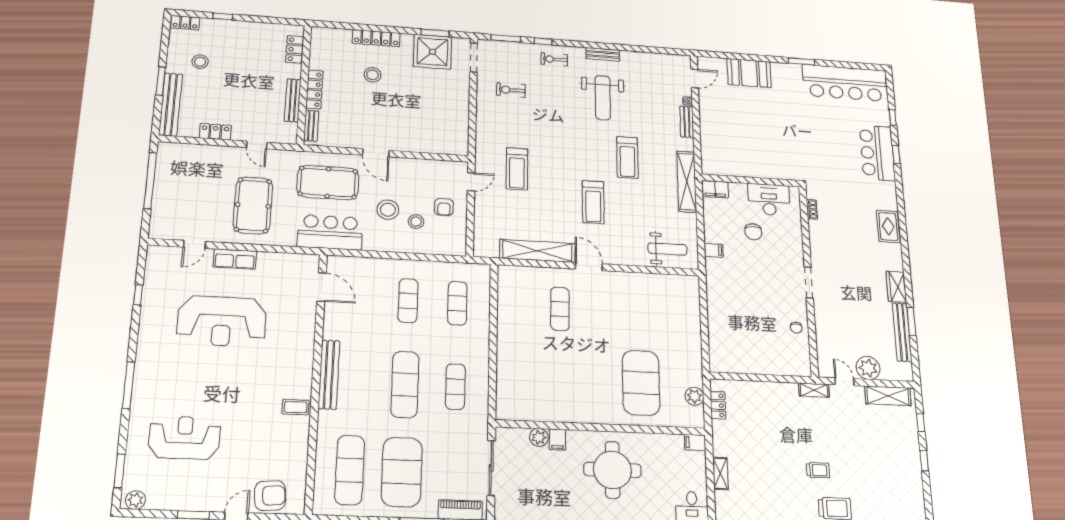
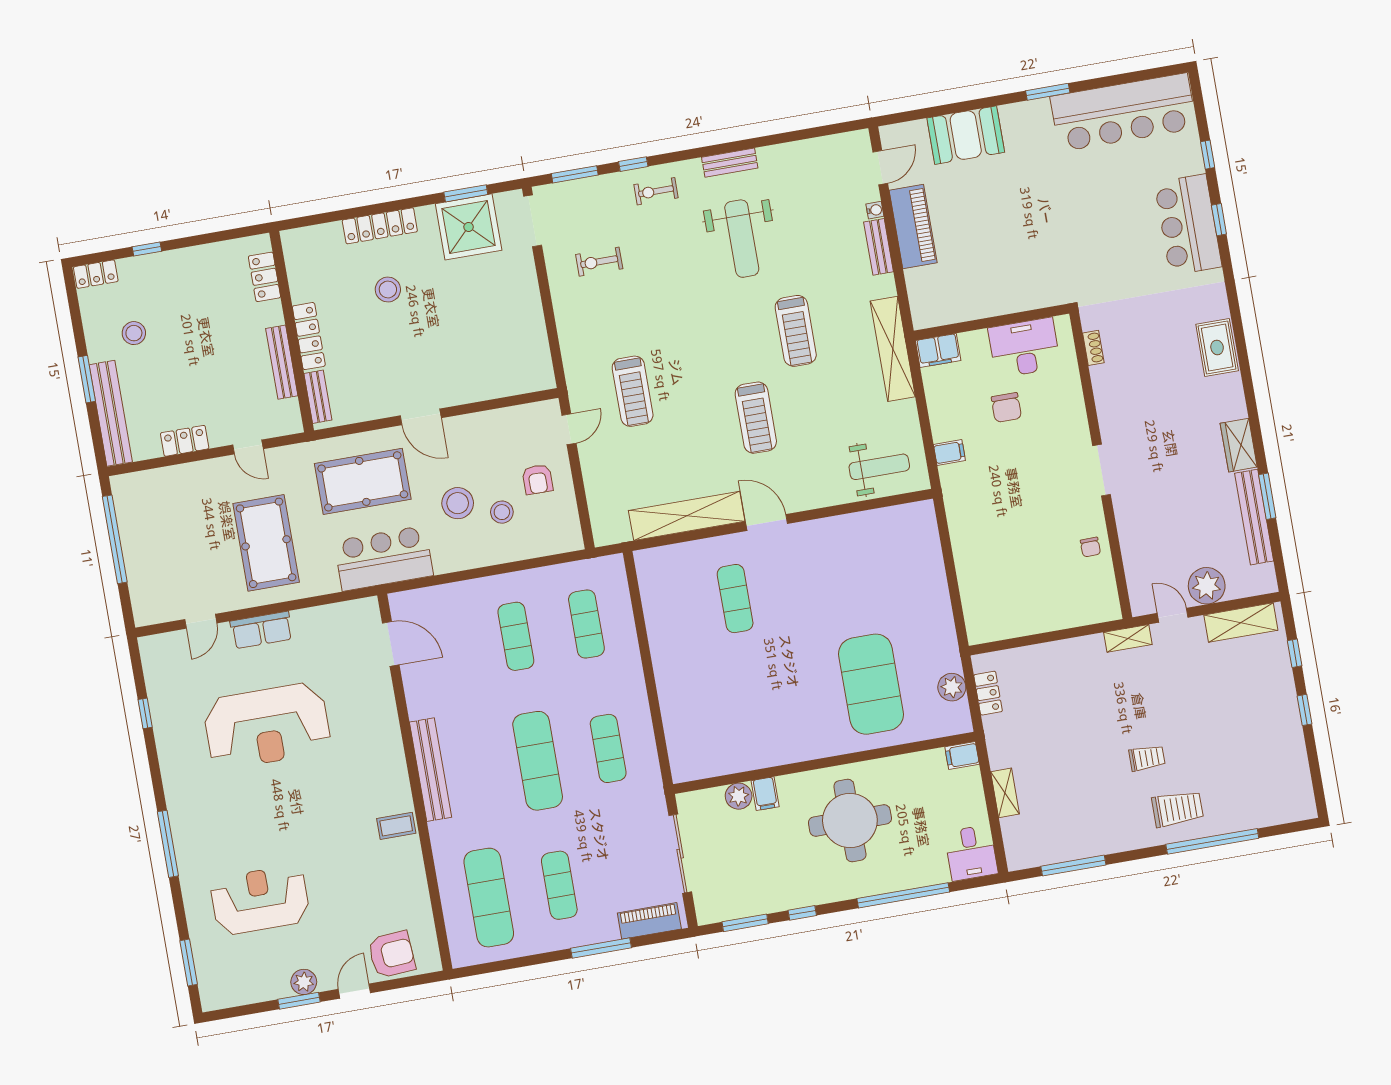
piano: (710, 115) -> (913, 227), added
exercise mat: (402, 472) -> (559, 885), width x0.50, depth x0.69
plant: (135, 500) -> (304, 982), moved

